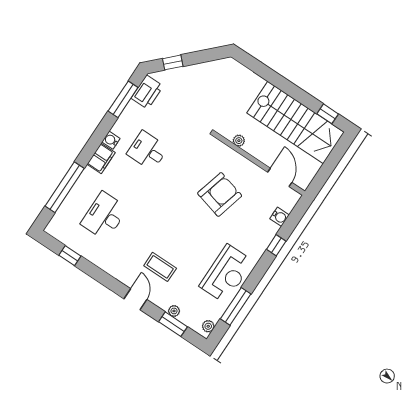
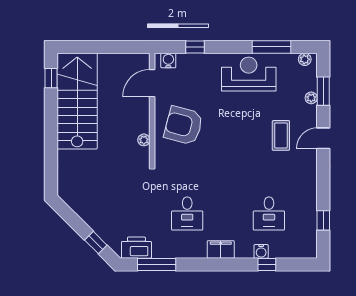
water cooler: (111, 140) -> (261, 251), moved
plant: (239, 141) -> (144, 140), moved
wall: (259, 164) -> (152, 109), moved
door: (280, 177) -> (152, 83), moved
window: (65, 187) -> (267, 264), width x0.32
desk: (104, 216) -> (269, 213), width x0.73

